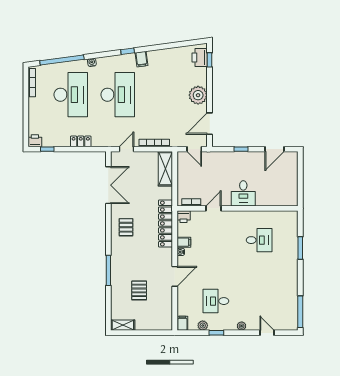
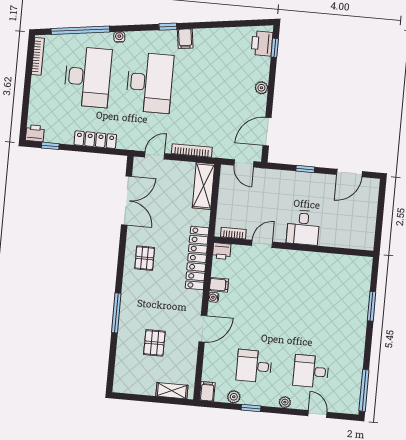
plant: (198, 95) -> (261, 88), width x0.53, depth x0.53
locker: (81, 141) -> (95, 140), width x1.53
desk: (259, 240) -> (311, 371), moved, turned 180
shelving: (123, 325) -> (172, 391), moved

